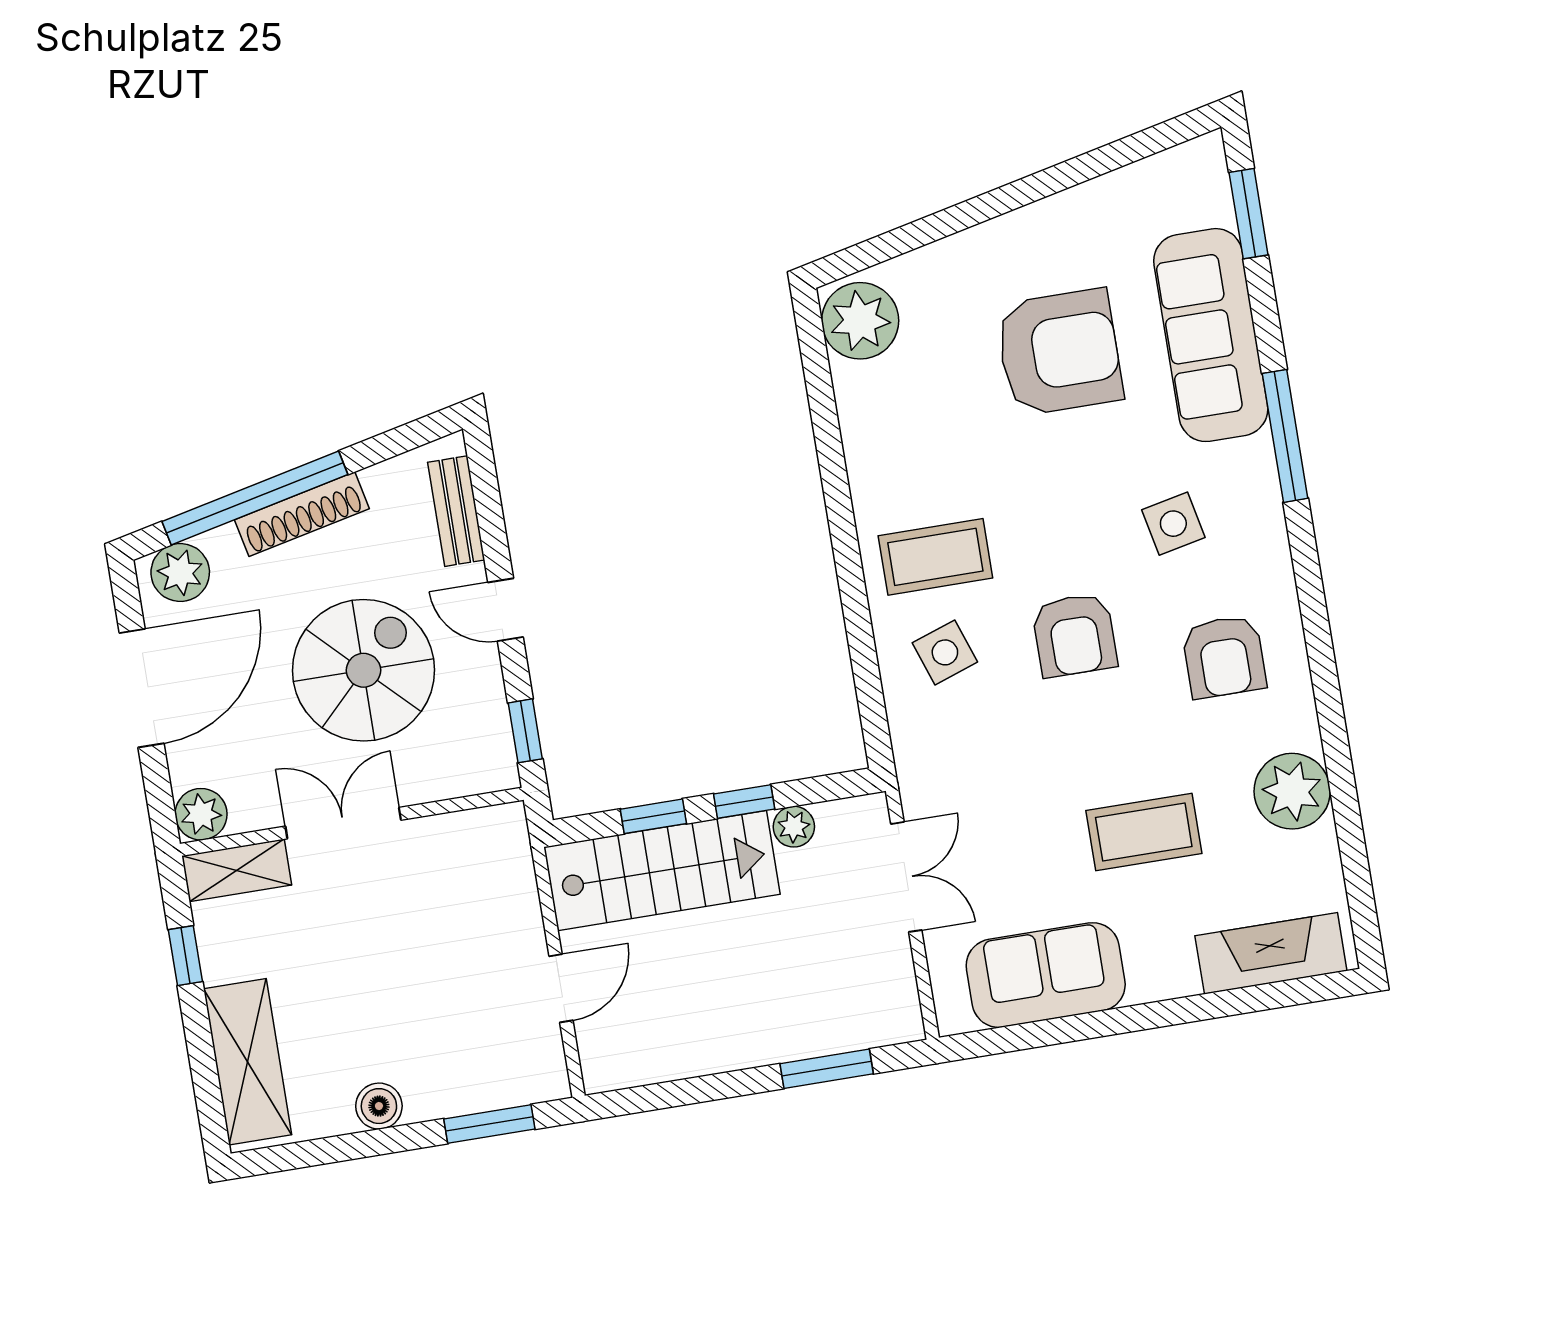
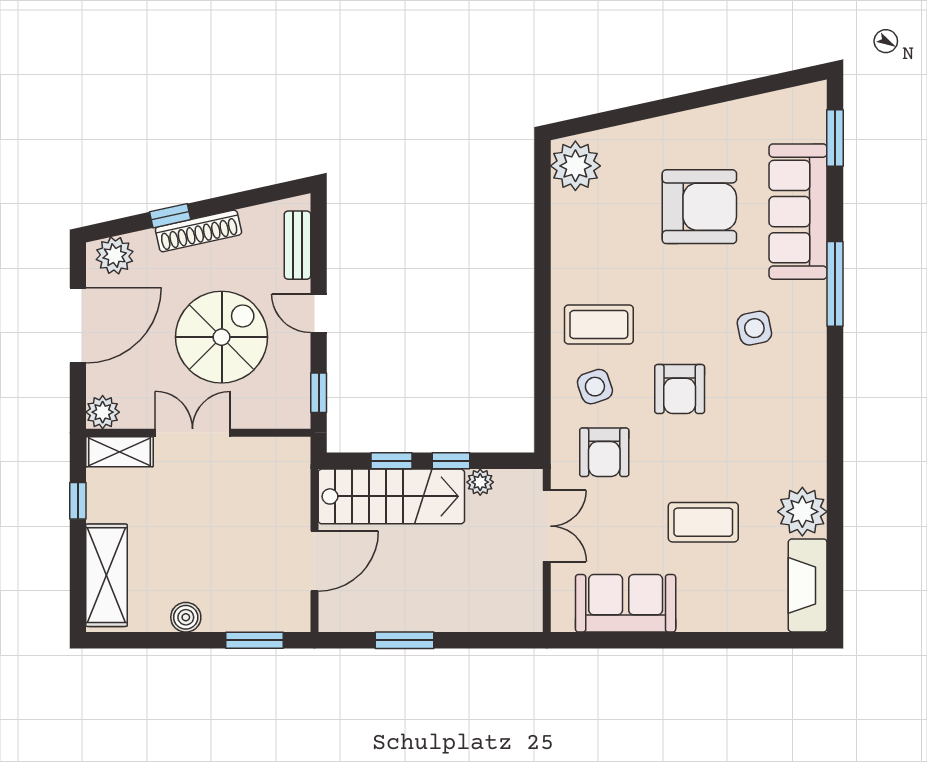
window: (255, 498) -> (170, 216), width x0.32
armchair: (1224, 657) -> (604, 452), moved
fireplace: (1271, 953) -> (808, 585), moved, turned -90
door: (561, 988) -> (314, 561), width x1.38
window: (827, 1069) -> (405, 640), moved

